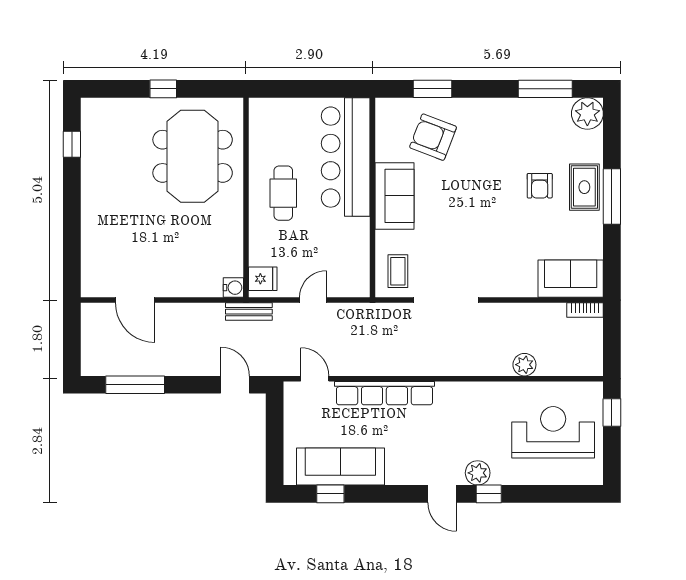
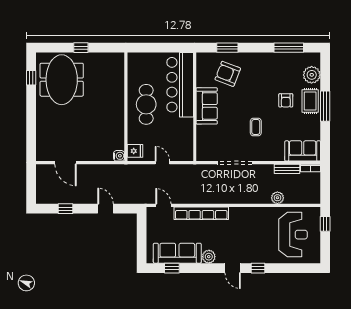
plant: (587, 114) -> (312, 75), moved
meeting table: (193, 156) -> (62, 80), moved
cafe table: (283, 193) -> (146, 104), width x1.37, depth x1.35
coffee table: (398, 271) -> (256, 127), moved
door: (313, 300) -> (162, 163), hinge flipped
bench: (249, 312) -> (287, 169), moved
window: (135, 385) -> (66, 209), width x0.46
door: (235, 385) -> (106, 209), moved
reception desk: (553, 432) -> (293, 235), turned 90
plant: (478, 473) -> (209, 257), moved

